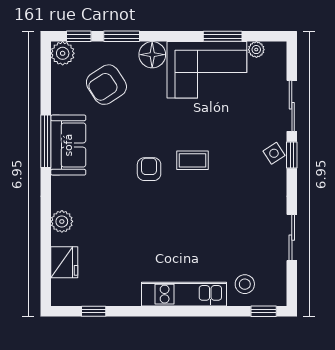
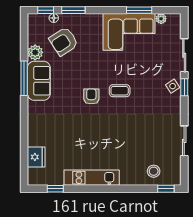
plant: (63, 53) -> (35, 52), moved
floor lamp: (152, 55) -> (54, 18), moved, width x0.53, depth x0.53
plant: (62, 221) -> (35, 130), removed
kitchen unit: (184, 294) -> (92, 178), moved

